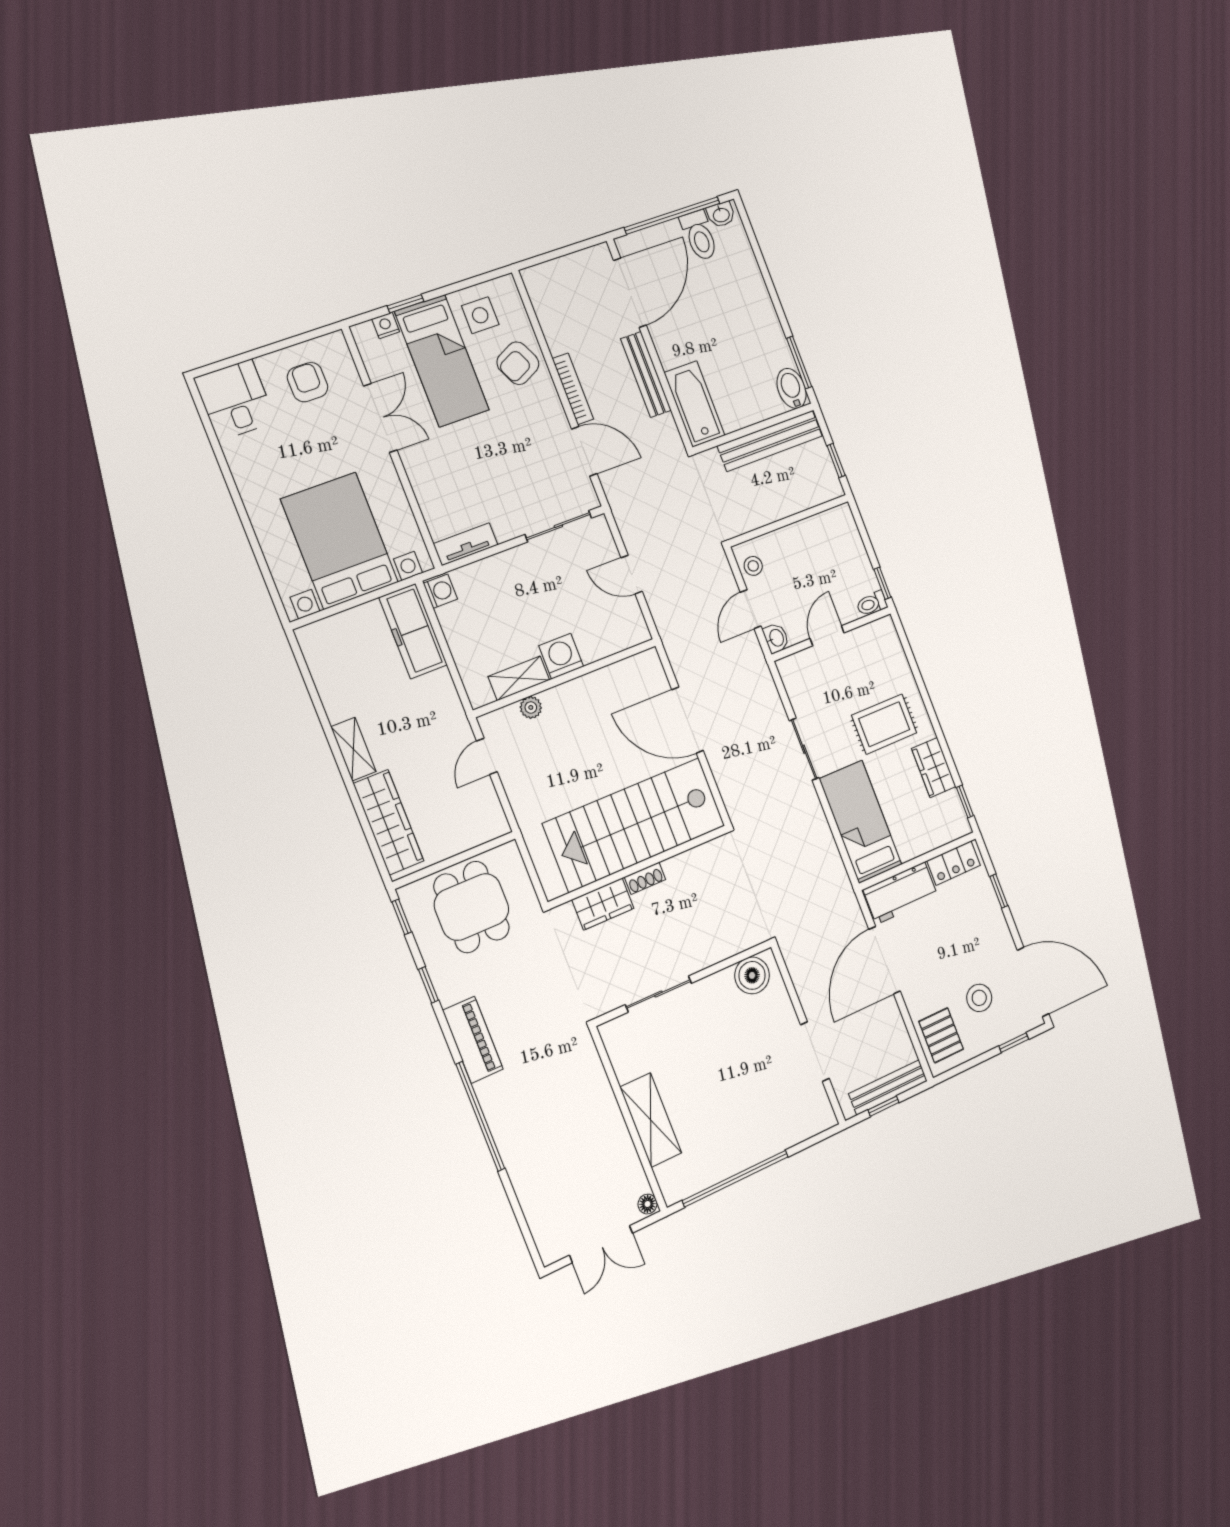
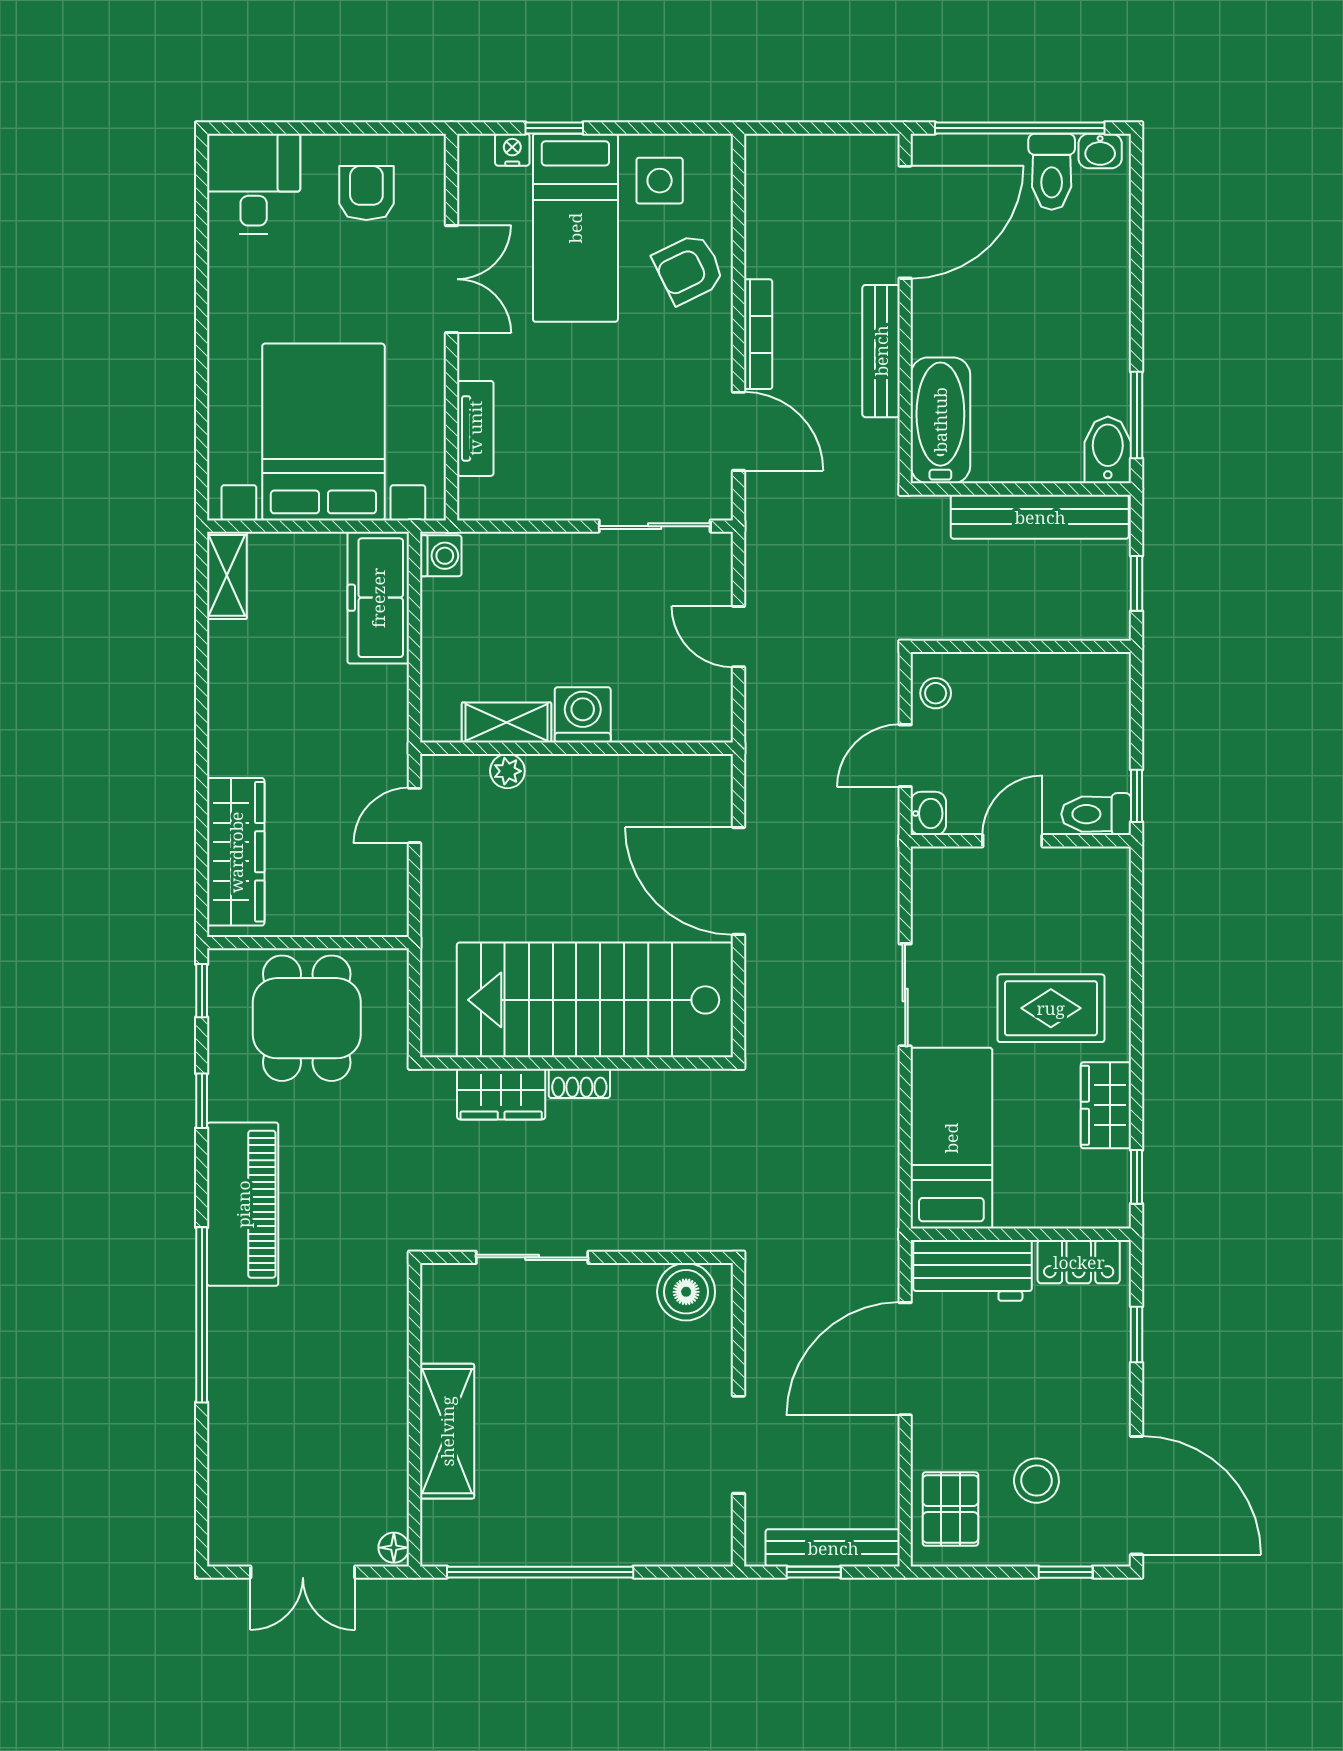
tv unit: (466, 544) -> (475, 428), moved, turned 90
toilet: (872, 604) -> (1096, 814), width x1.37, depth x1.39
shelving: (353, 749) -> (227, 575), moved
piano: (473, 1040) -> (243, 1204), width x1.37, depth x1.33

